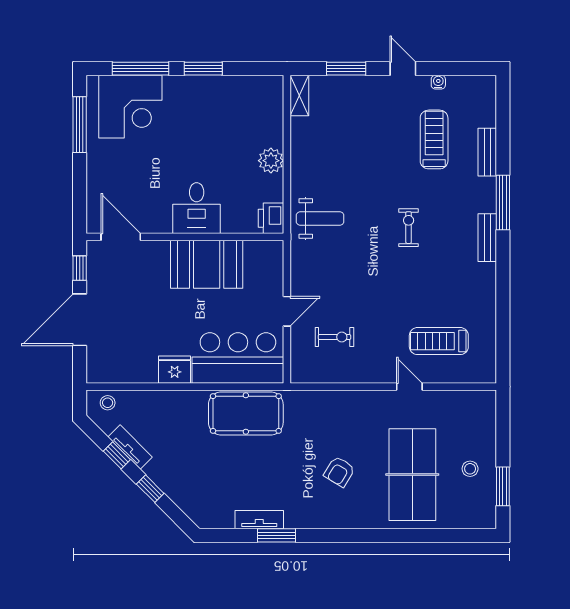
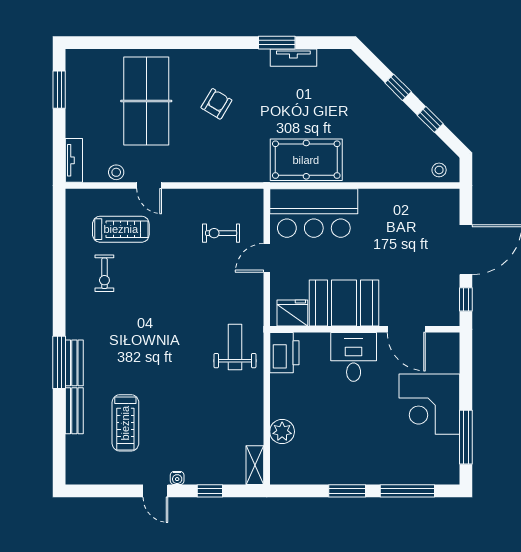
window: (346, 69) -> (210, 491), width x0.67
water cooler: (438, 82) -> (177, 478), moved
corner desk: (130, 107) -> (429, 404), moved, turned -90
plant: (271, 161) -> (282, 432), moved
printer: (271, 218) -> (284, 353), width x1.37, depth x1.19
weight bench: (320, 218) -> (235, 347), turned 90
exercise bike: (409, 228) -> (104, 273), moved
door: (121, 237) -> (406, 329), moved
bench: (487, 238) -> (74, 363), moved
fridge: (175, 370) -> (292, 313), moved, turned 180
tv unit: (130, 447) -> (74, 160), moved, turned -135
stool: (470, 469) -> (116, 172), moved

